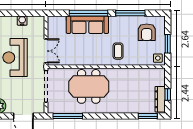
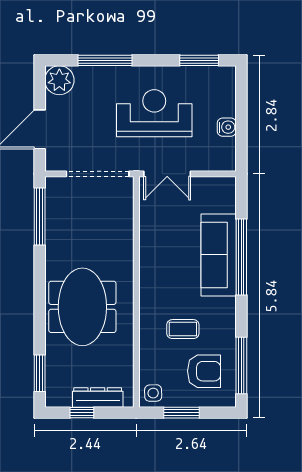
window: (130, 13) -> (241, 366), moved
armchair: (147, 32) -> (204, 371), turned 180
coffee table: (118, 51) -> (183, 329), moved
meeting table: (89, 86) -> (82, 307), moved
dresser: (160, 99) -> (98, 397), moved

